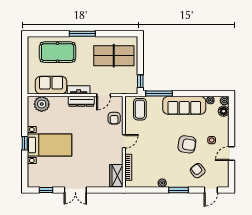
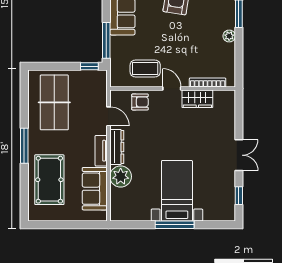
plant: (42, 104) -> (121, 177), moved
coffee table: (140, 109) -> (145, 69), moved
window: (25, 143) -> (175, 225), width x2.17
wardrobe: (116, 175) -> (197, 99), moved

